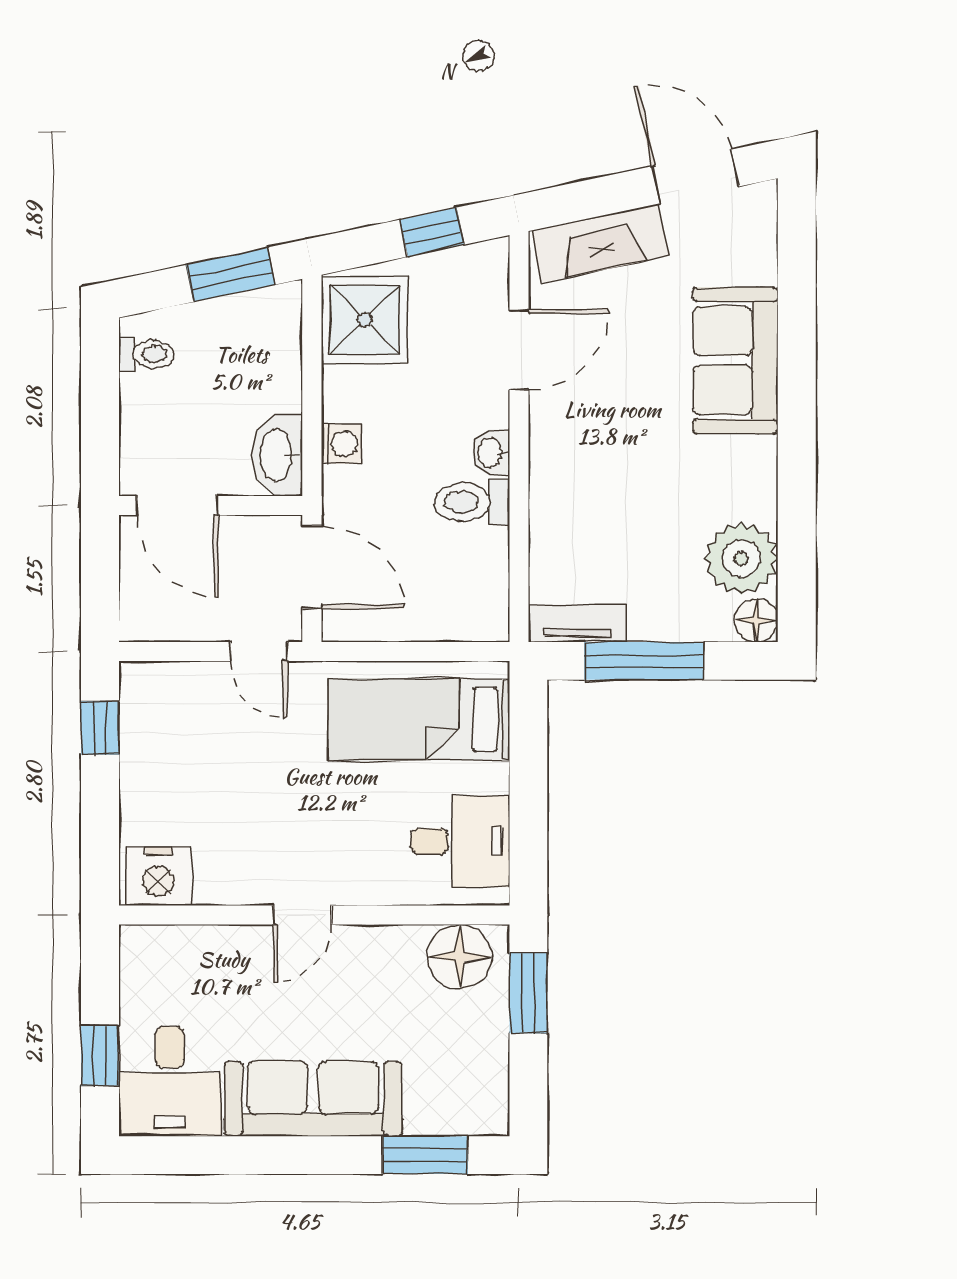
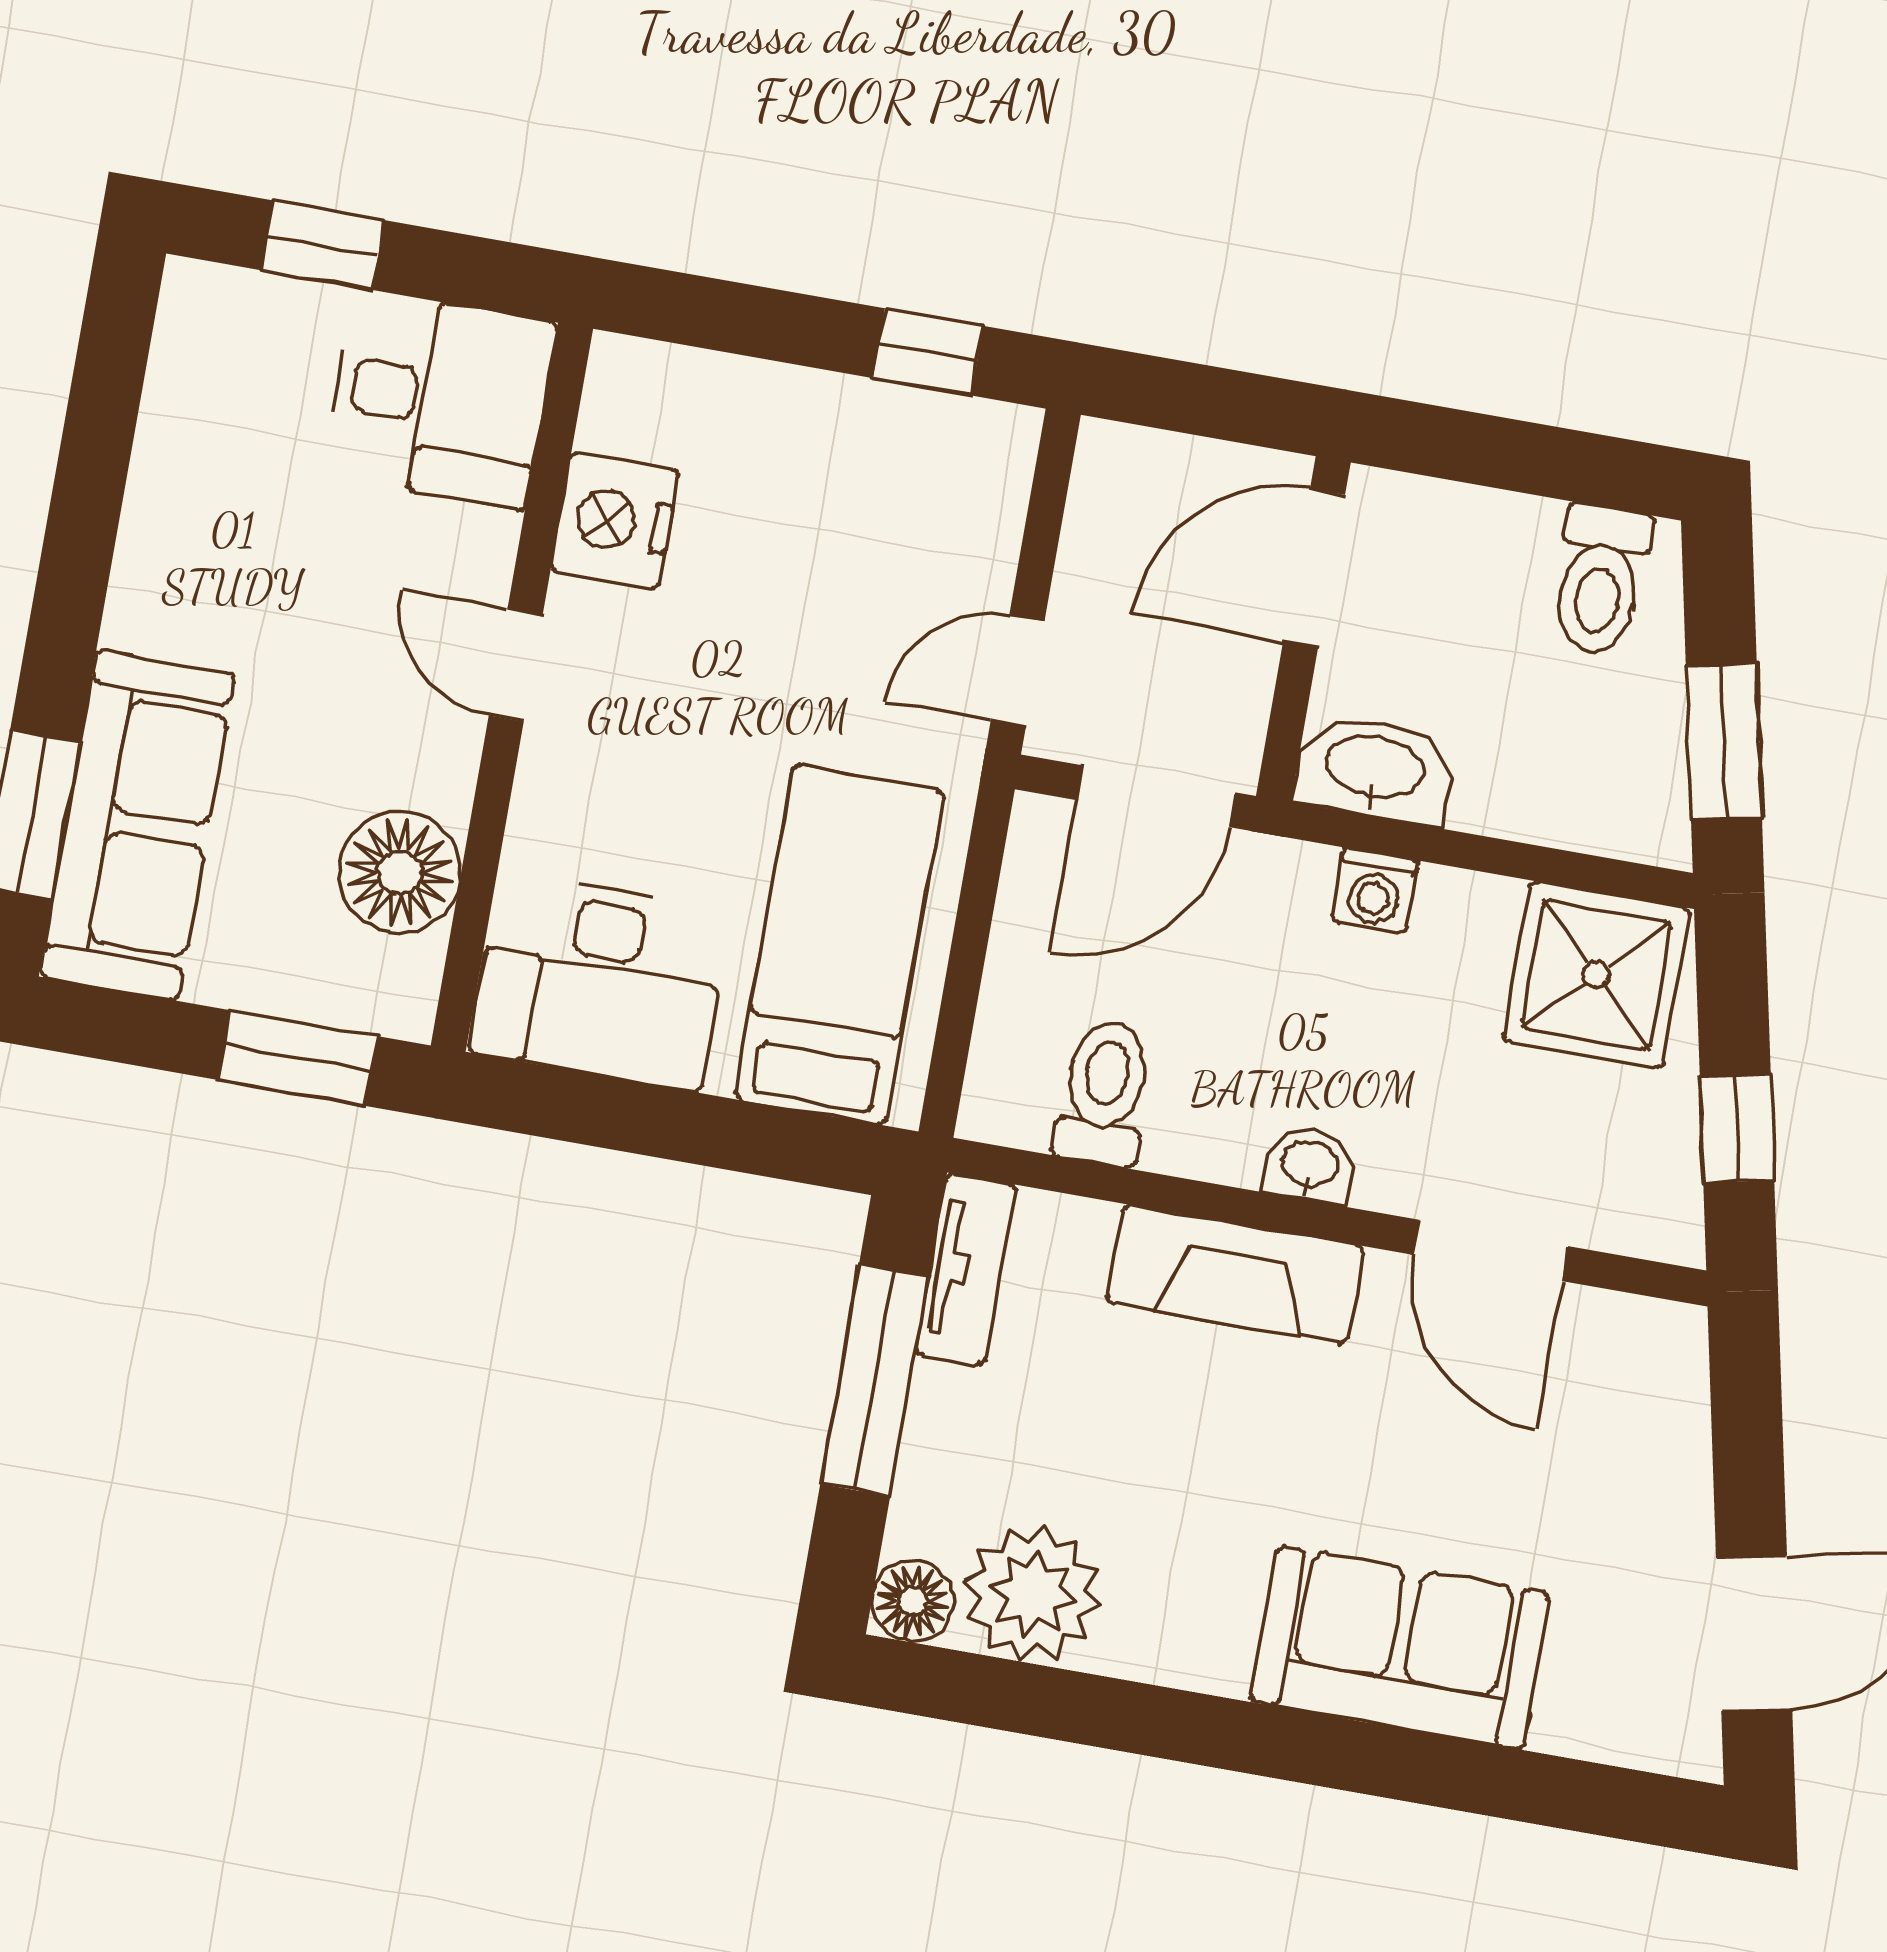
fireplace: (600, 243) -> (1235, 1274), moved, turned -78
toilet: (147, 354) -> (1600, 580), width x1.37, depth x1.39
toilet: (472, 502) -> (1104, 1093), moved
desk: (460, 841) -> (600, 981), width x1.37
nightstand: (159, 876) -> (615, 521), moved
floor lamp: (460, 957) -> (400, 872), moved
desk: (170, 1081) -> (440, 399), moved, turned 180
sofa: (313, 1099) -> (137, 825), moved

